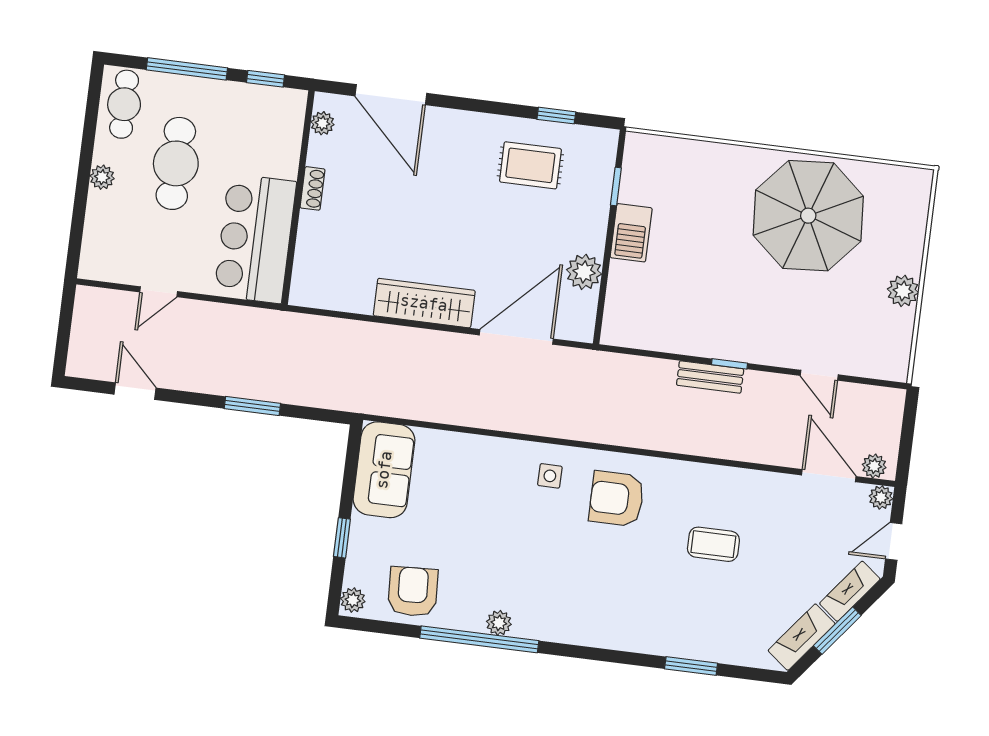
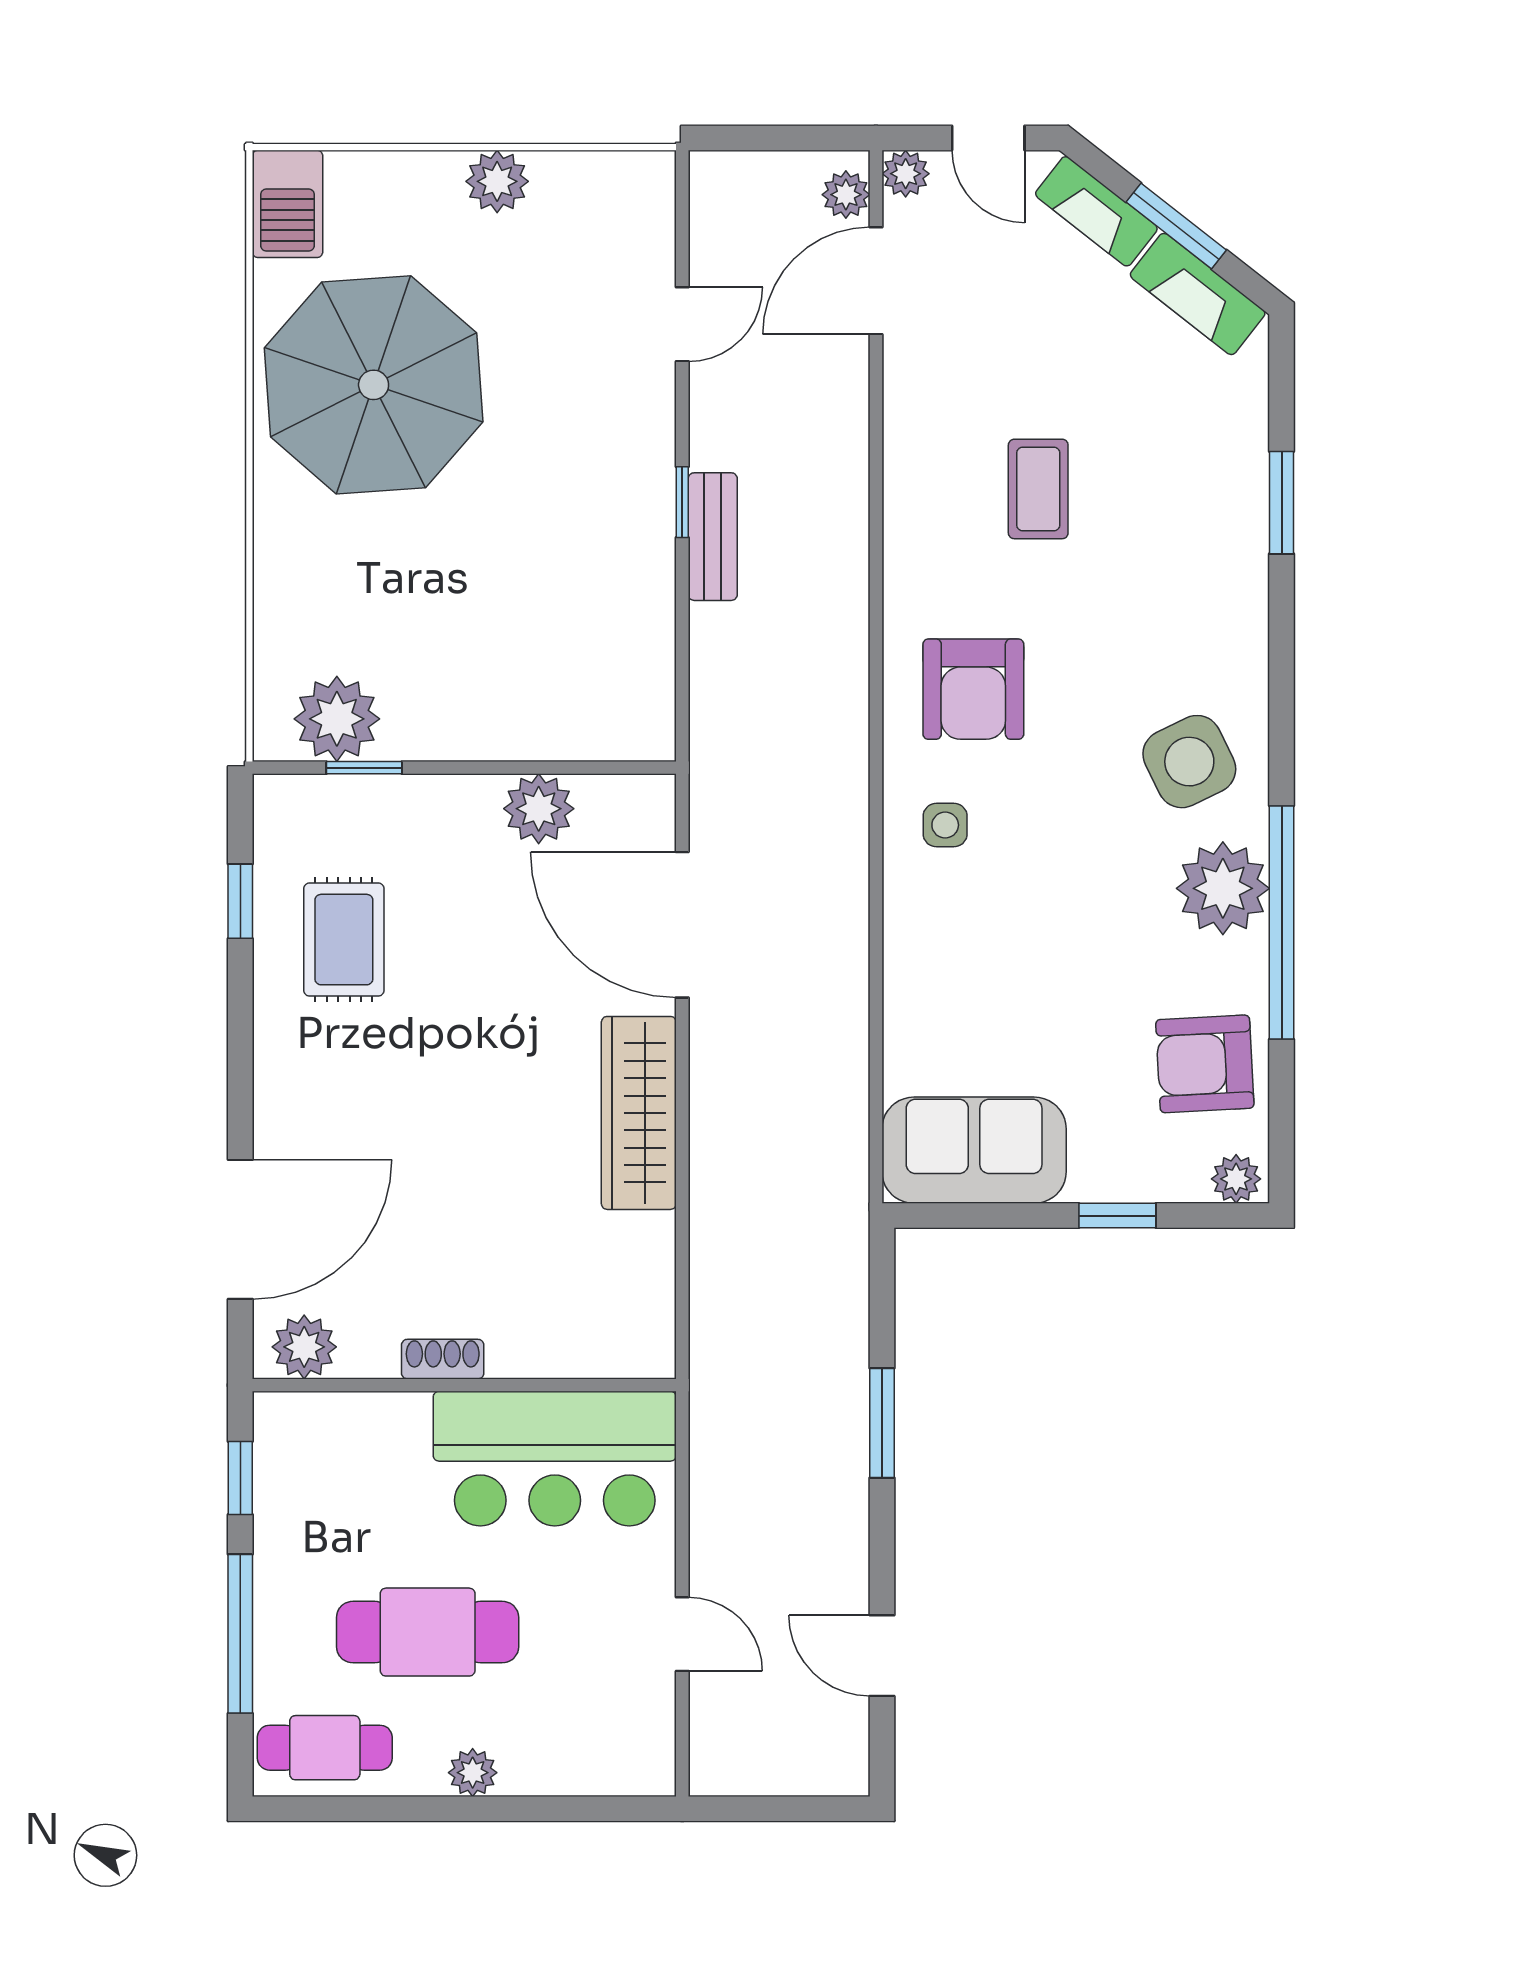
plant: (322, 123) -> (304, 1347), width x1.38, depth x1.38
plant: (642, 176) -> (337, 719), added
barbecue: (631, 233) -> (288, 204), moved, turned 90
door: (135, 391) -> (882, 1656), hinge flipped
side table: (566, 603) -> (1189, 762), added
plant: (499, 623) -> (1223, 888), width x1.88, depth x1.88

